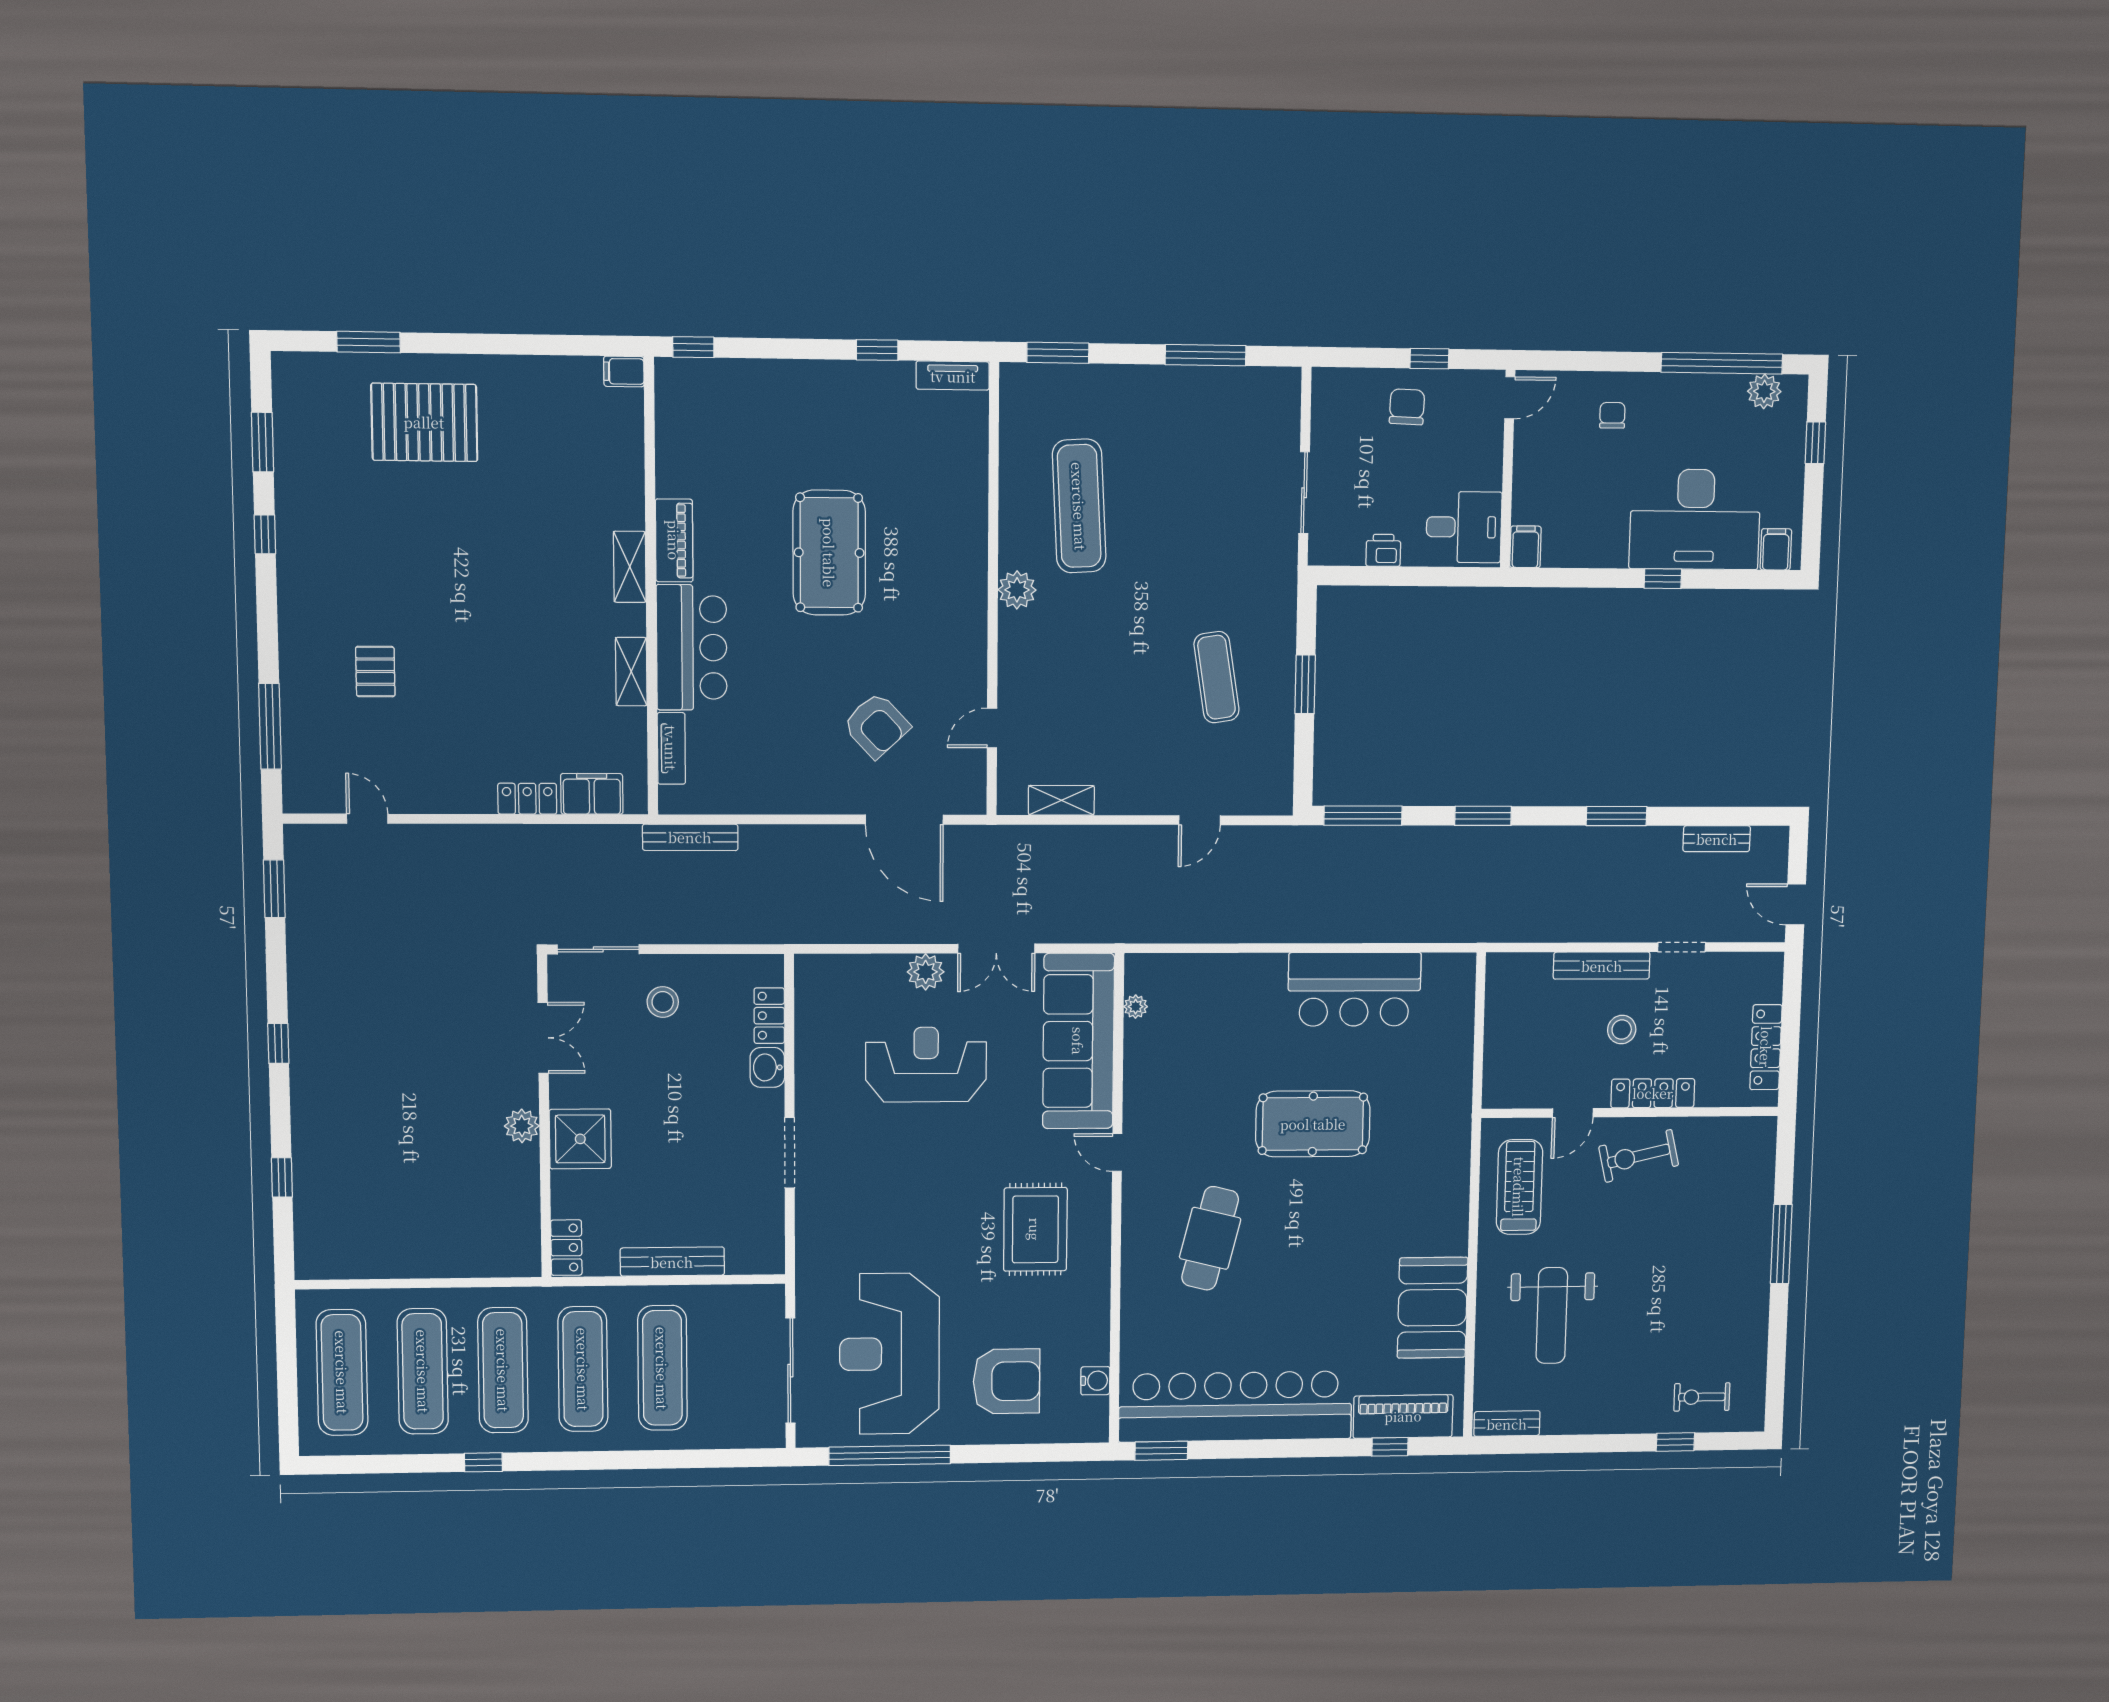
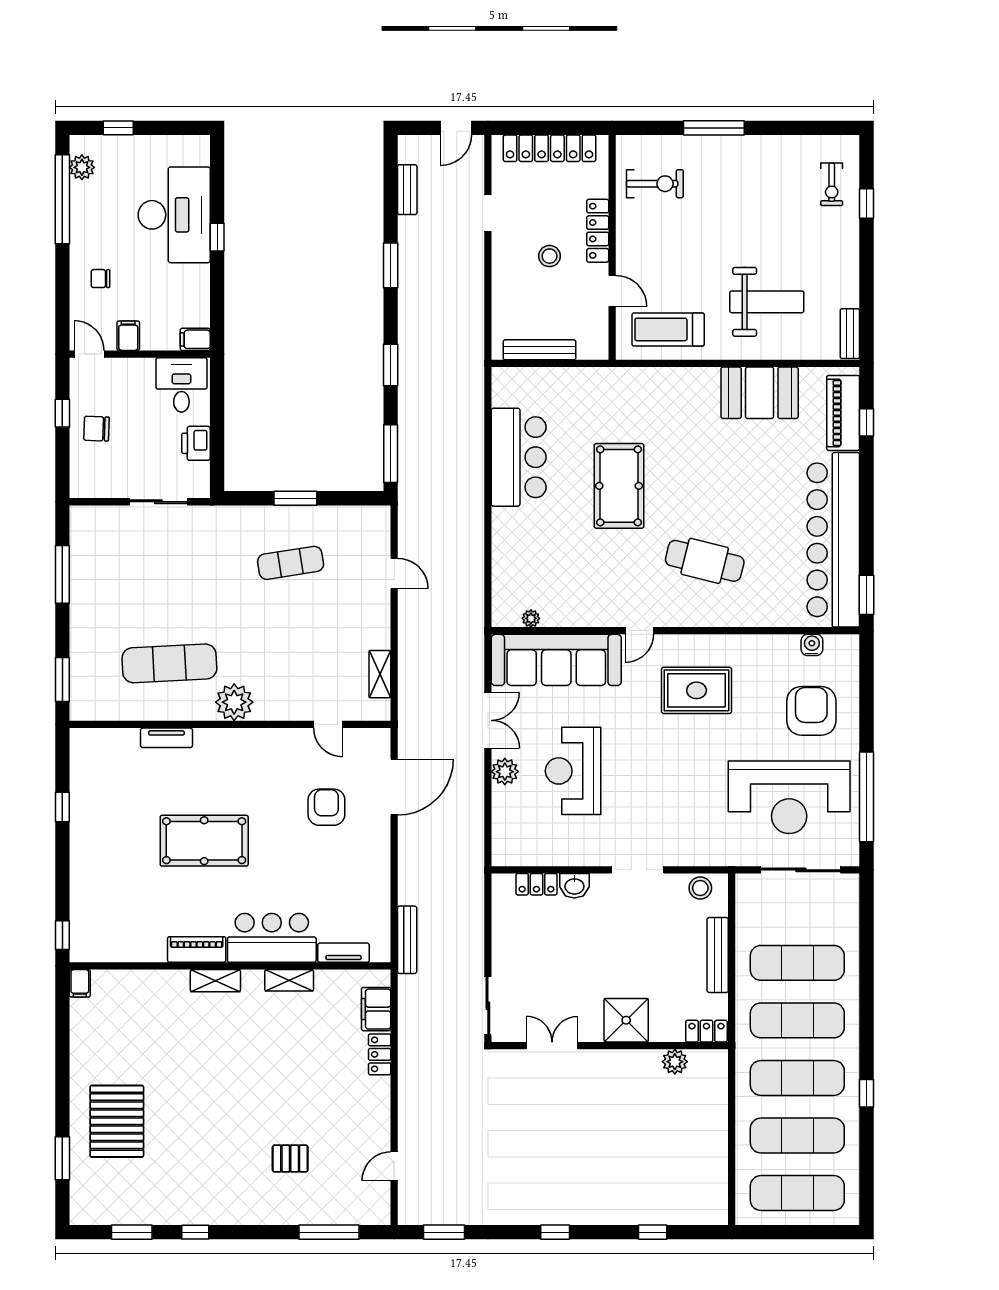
tv unit: (953, 376) -> (166, 738), moved, turned 90
filing cabinet: (1776, 549) -> (128, 336), moved, turned 90
printer: (1383, 550) -> (196, 443), width x1.36, depth x1.24
plant: (1017, 590) -> (234, 702), width x1.36, depth x1.36
armchair: (876, 725) -> (326, 807), turned -47
bench: (1602, 966) -> (539, 350), moved, turned 90
stool: (663, 1002) -> (700, 888), moved
locker: (1766, 1047) -> (549, 148), width x1.41, depth x1.21
plant: (522, 1126) -> (675, 1062), moved
exercise bike: (1639, 1156) -> (655, 184), moved, turned -77

